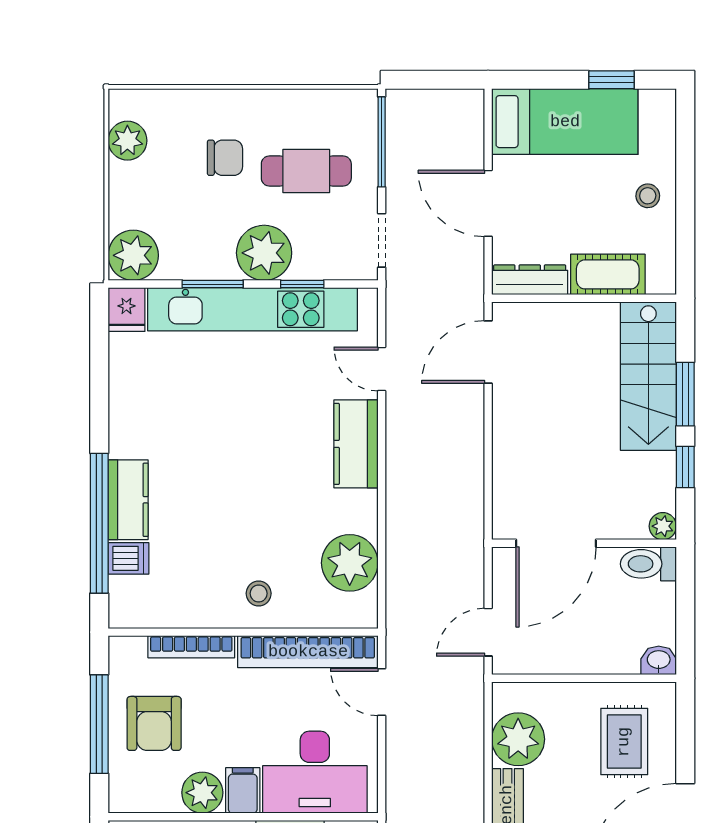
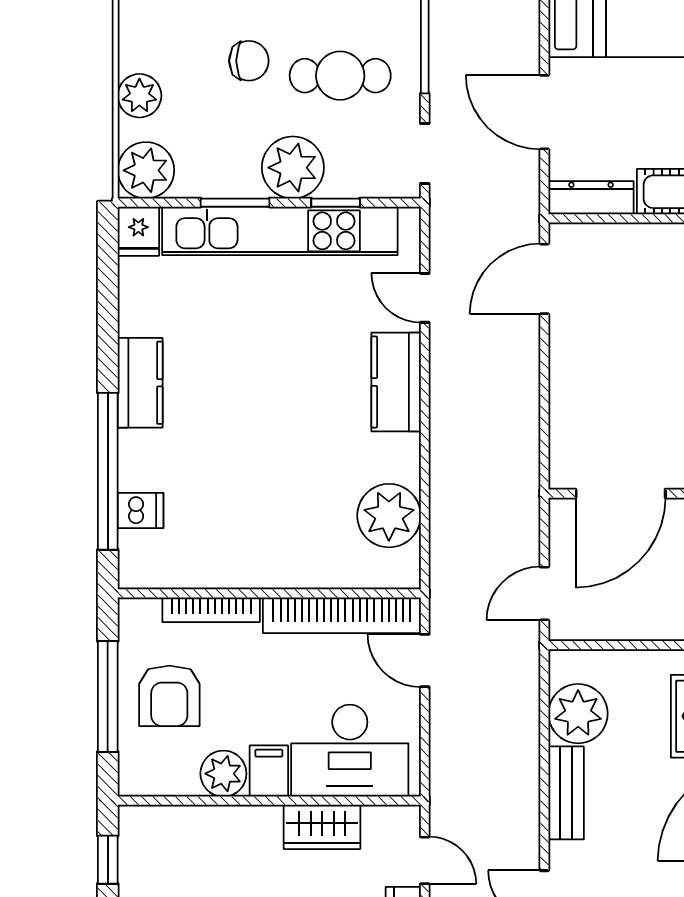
plant: (127, 141) -> (139, 96), moved
kitchen counter: (128, 500) -> (140, 383), moved
stool: (259, 593) -> (287, 550), removed

